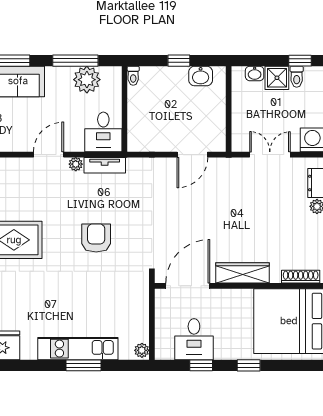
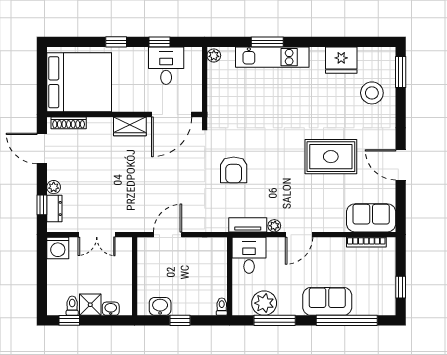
armchair: (96, 238) -> (234, 170), moved
wardrobe: (243, 273) -> (130, 126), width x0.67

